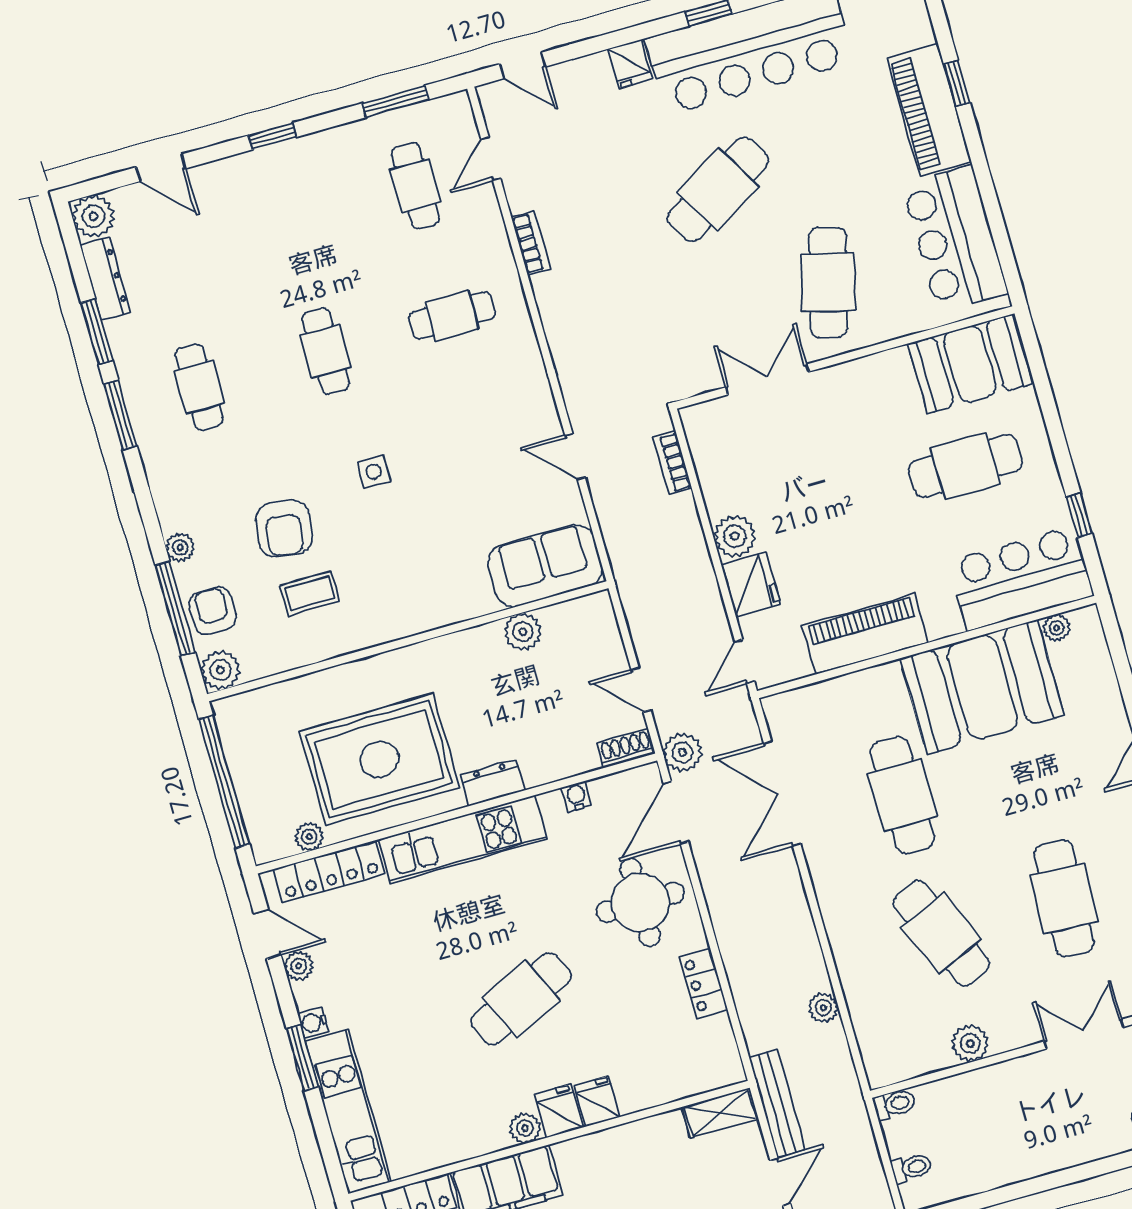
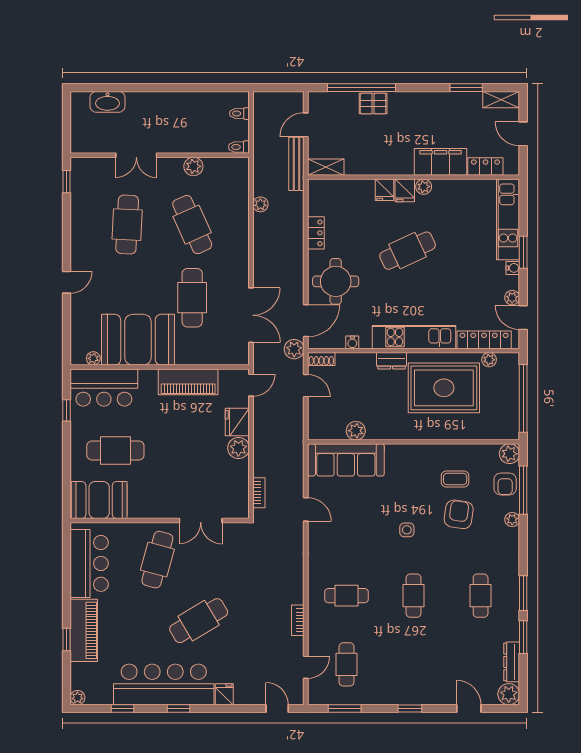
sofa: (545, 566) -> (346, 460), width x1.36

